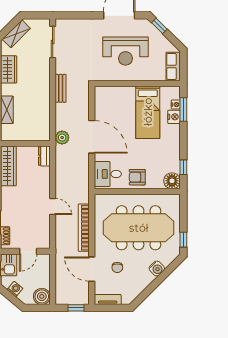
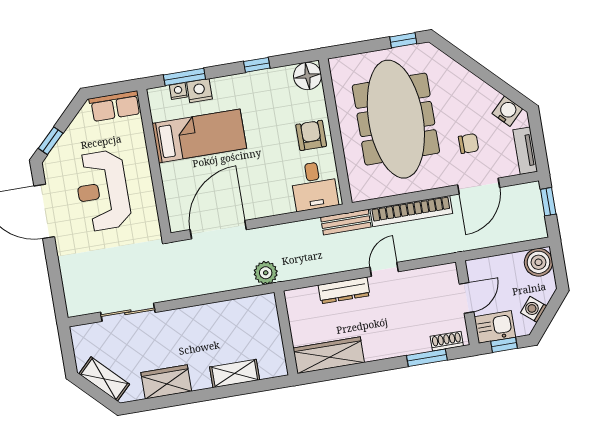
sliding door: (53, 42) -> (128, 312), moved
reception desk: (125, 51) -> (103, 191), turned 180
bench: (61, 88) -> (346, 222), moved
door: (92, 137) -> (218, 230), moved
dresser: (44, 156) -> (344, 290), moved, width x1.44
window: (183, 167) -> (257, 65), moved
armchair: (137, 177) -> (311, 135), turned 180
door: (28, 251) -> (467, 298), hinge flipped
water cooler: (157, 268) -> (507, 111), moved

